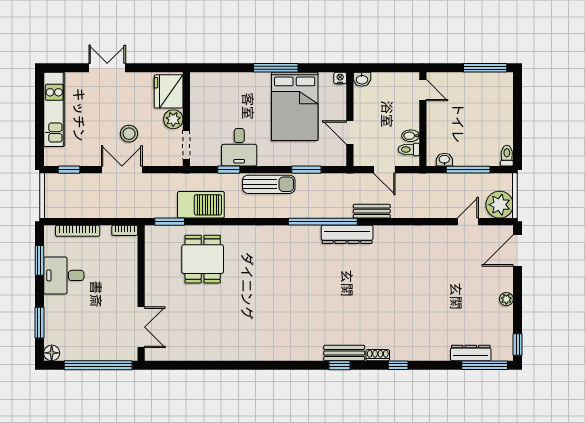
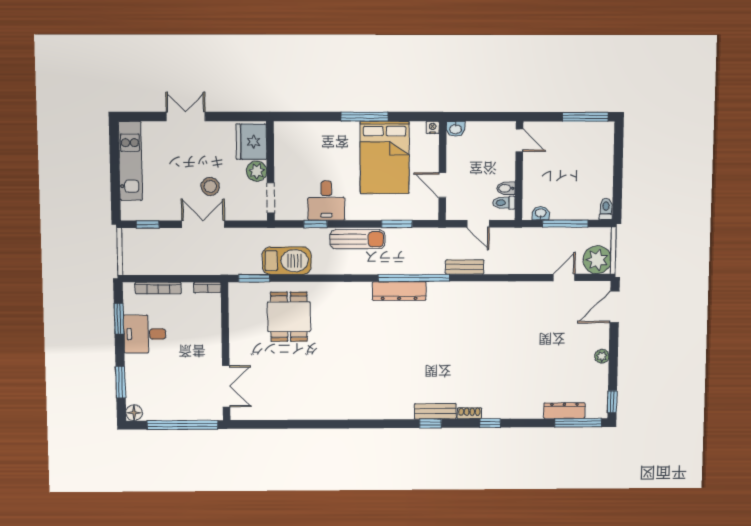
dresser: (347, 234) -> (399, 291), moved

